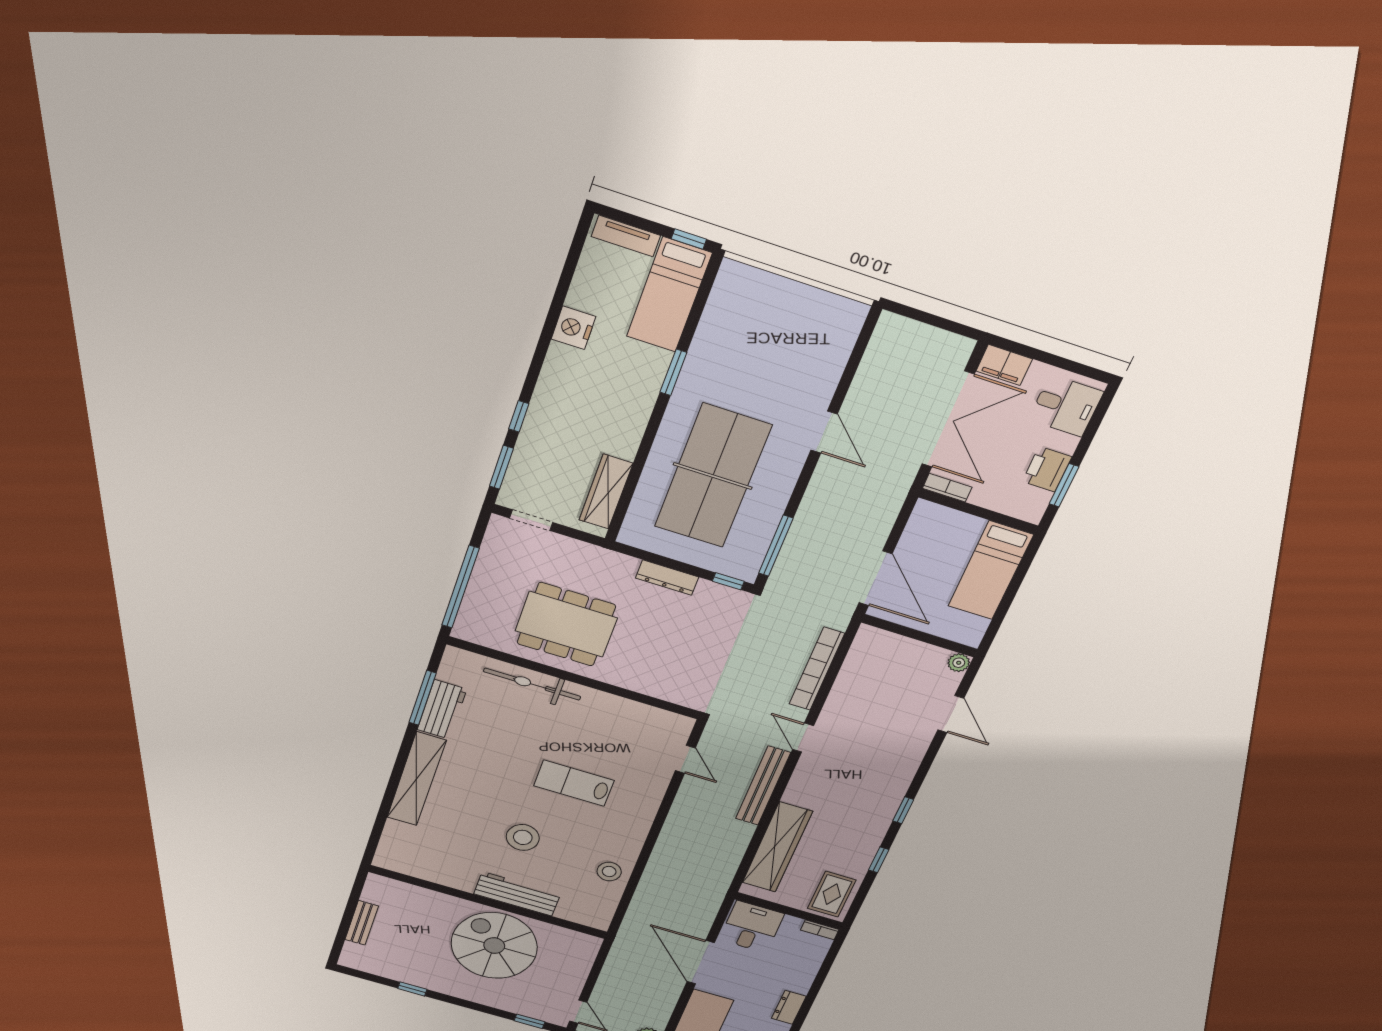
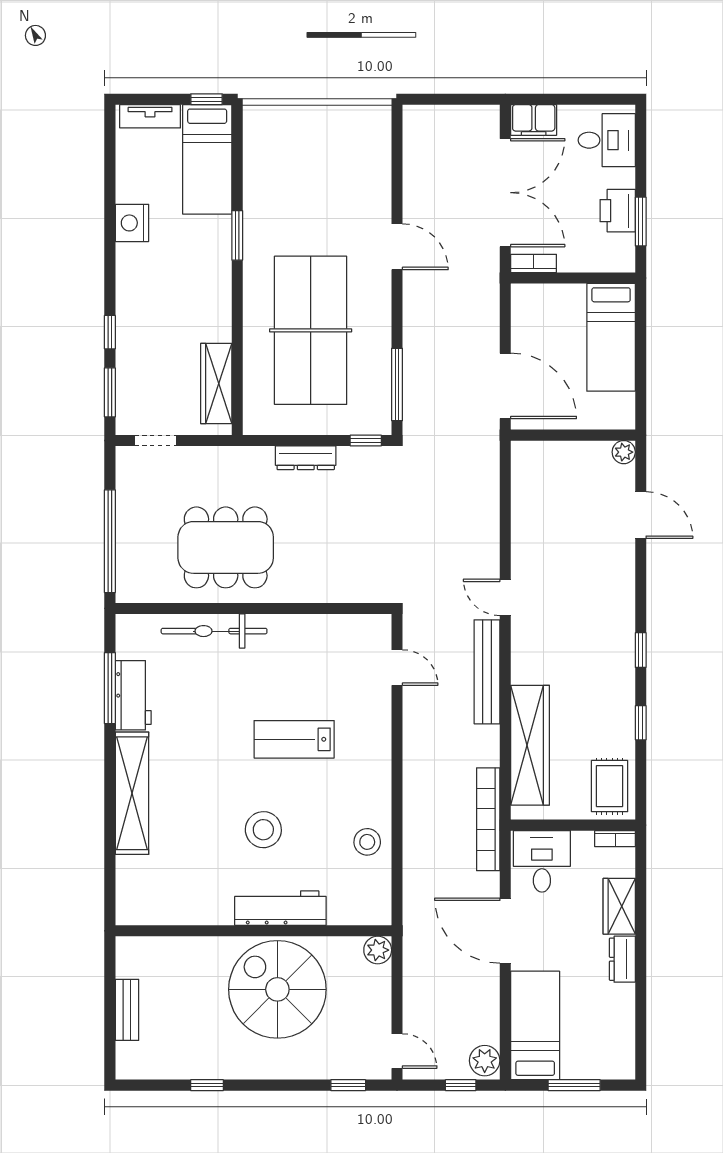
bookcase: (817, 669) -> (488, 819), moved
plant: (589, 944) -> (378, 950), added
wardrobe: (802, 974) -> (619, 906), added

